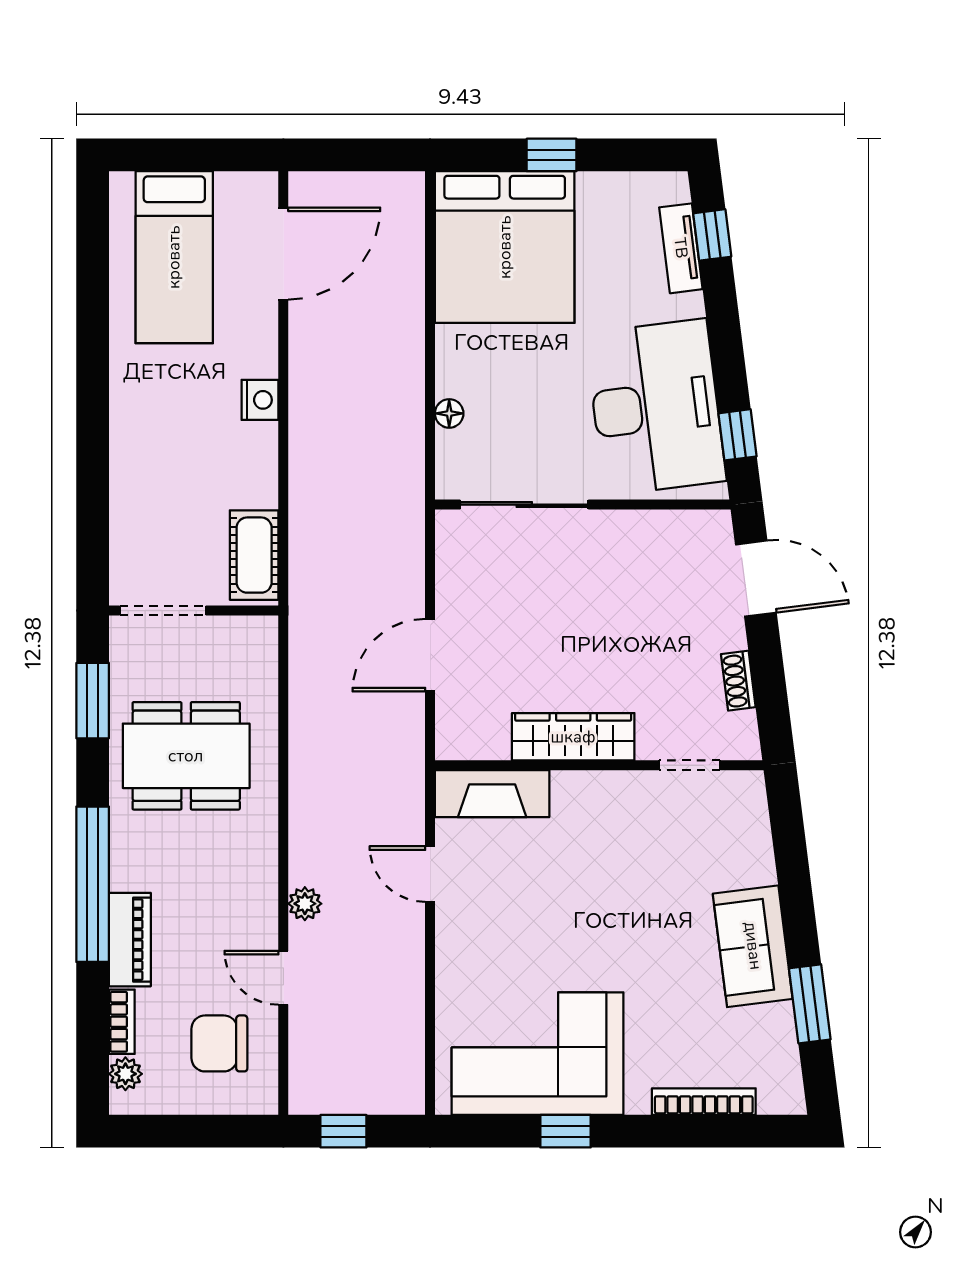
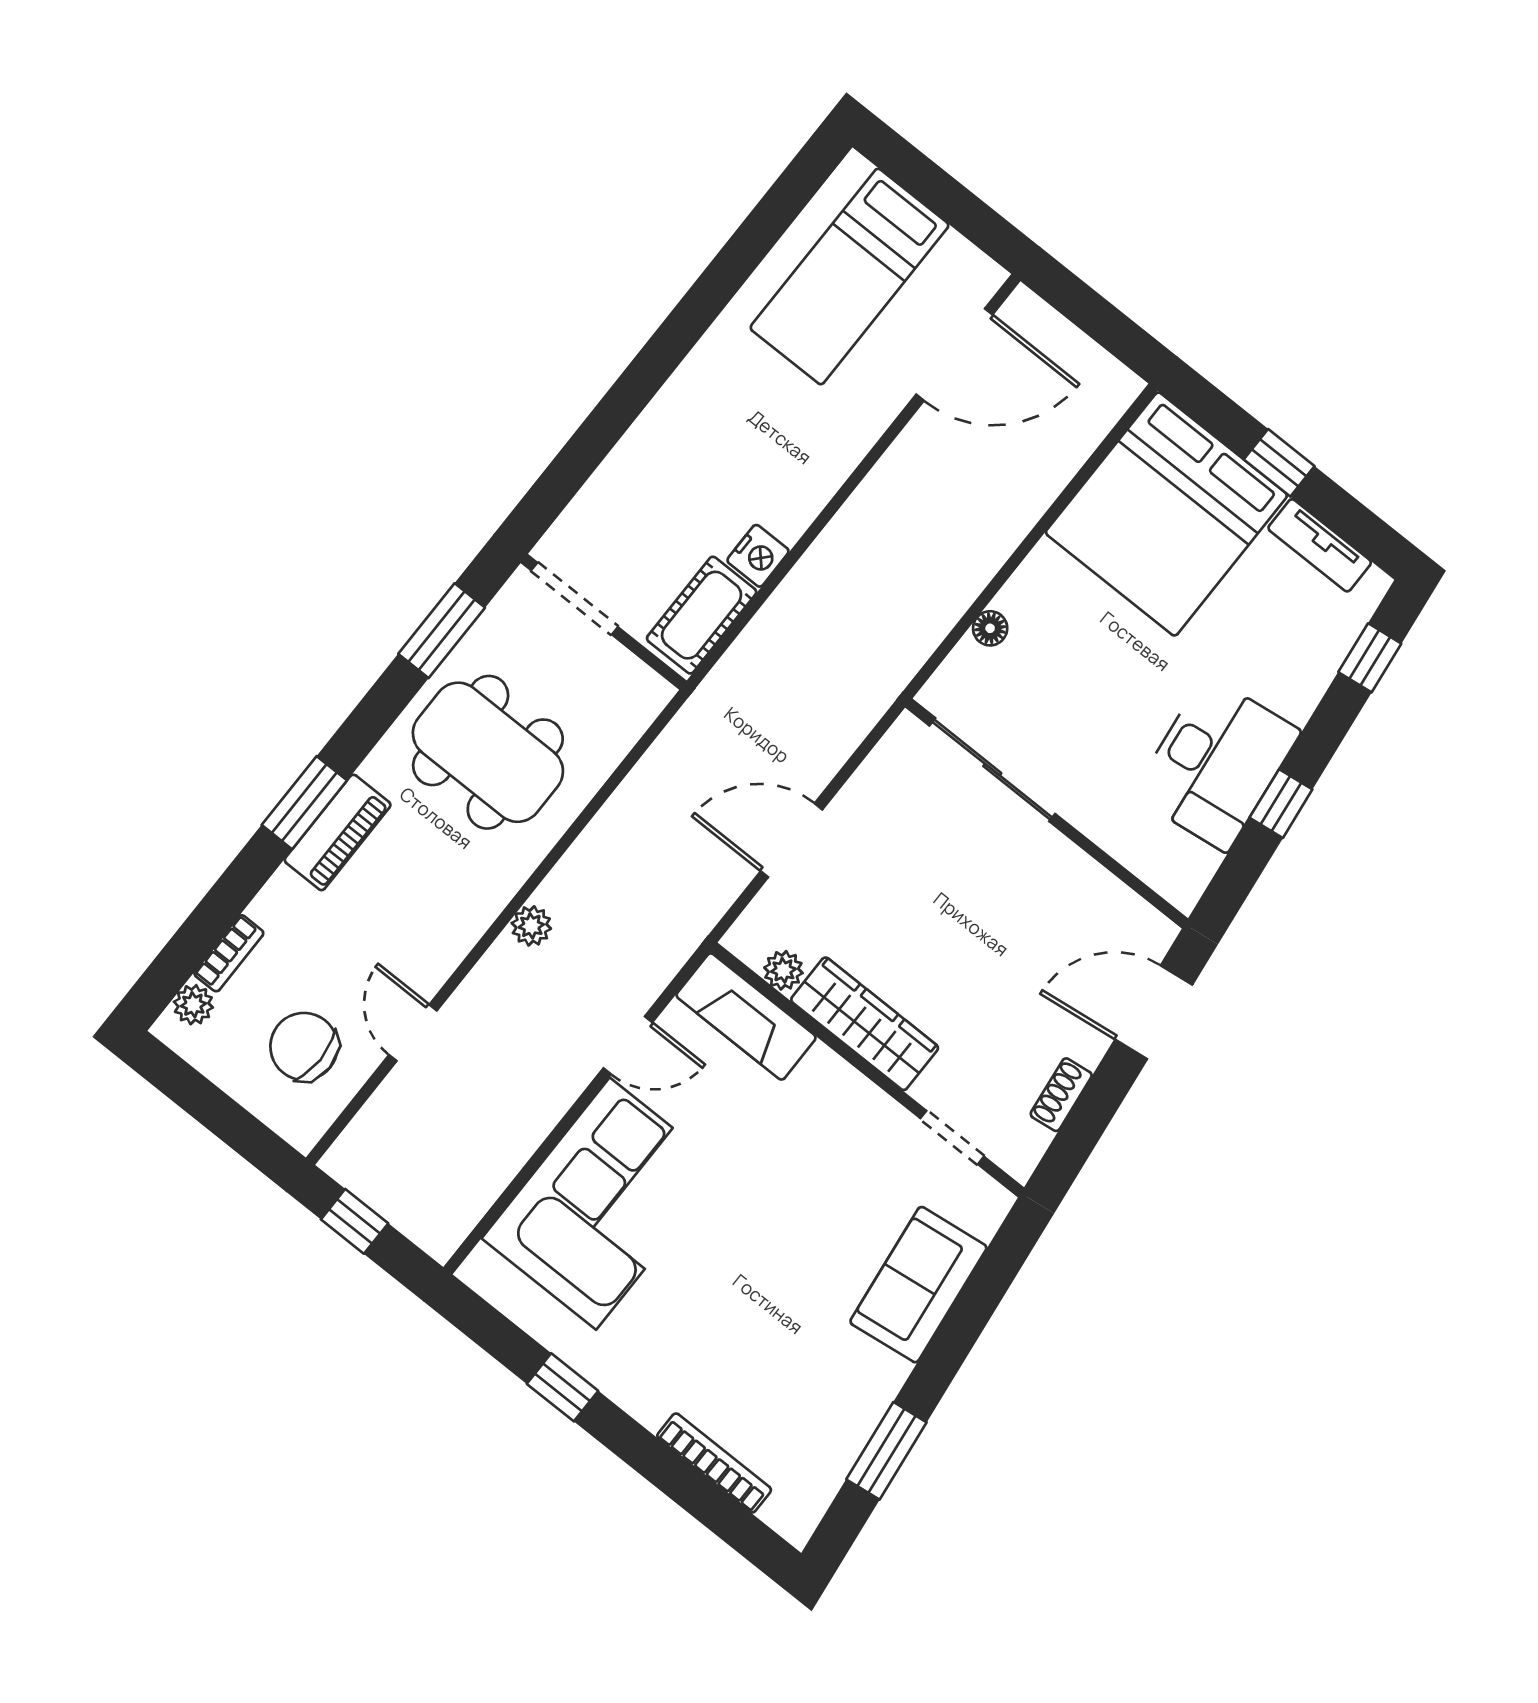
tv unit: (681, 248) -> (1320, 545), moved, turned -83
nightstand: (260, 400) -> (758, 556), moved
desk: (656, 407) -> (1216, 763), width x0.73, depth x0.77
window: (738, 435) -> (1281, 804), moved
door: (756, 579) -> (1154, 1012), swing flipped
plant: (492, 744) -> (783, 970), added
door: (430, 874) -> (628, 1045), swing flipped
window: (93, 884) -> (304, 803), width x0.47
plant: (305, 904) -> (531, 926), moved
piano: (130, 940) -> (338, 832), moved
sofa: (753, 946) -> (918, 1285), moved
corner sofa: (538, 1054) -> (603, 1204), moved, turned 90

